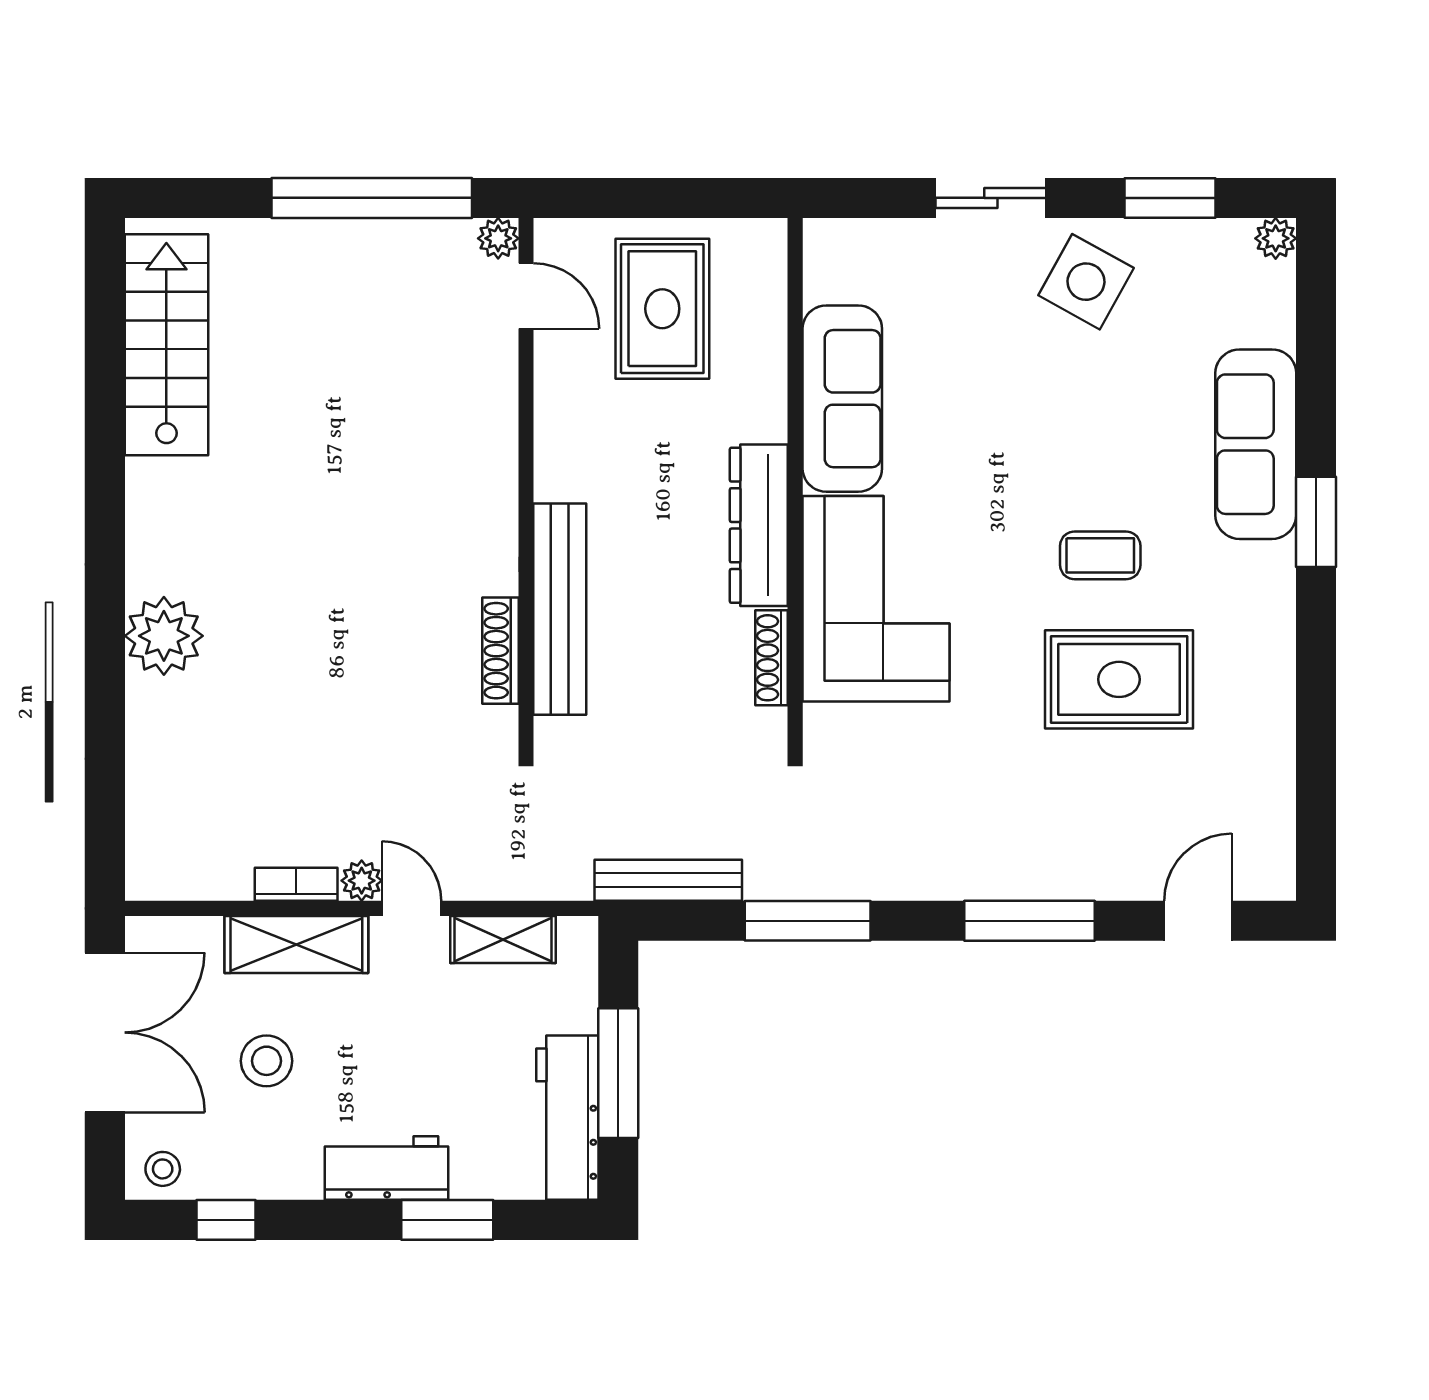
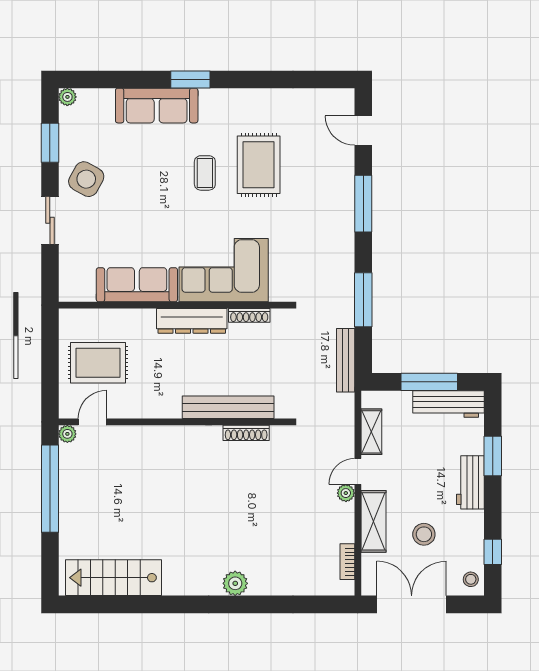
plant: (164, 636) -> (235, 583), width x0.73, depth x0.73
bookcase: (296, 884) -> (347, 562), moved

